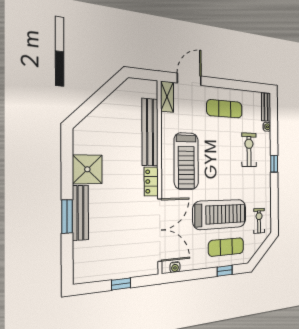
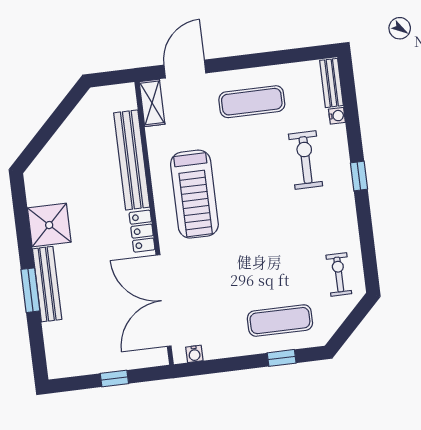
treadmill: (220, 214) -> (262, 270), removed
double door: (160, 230) -> (164, 300), swing flipped

